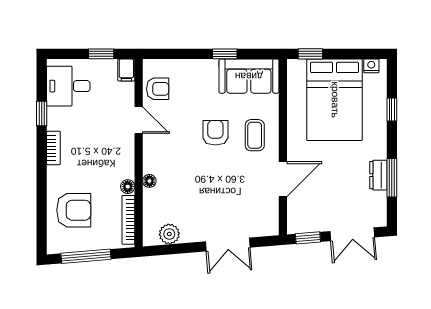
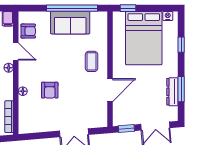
window: (225, 54) -> (72, 8), width x3.17
sofa: (249, 76) -> (70, 23), moved
armchair: (215, 133) -> (50, 90), moved, turned 180
dresser: (378, 175) -> (172, 92), width x1.44
floor lamp: (128, 187) -> (9, 68), moved
plant: (169, 234) -> (36, 126), removed

